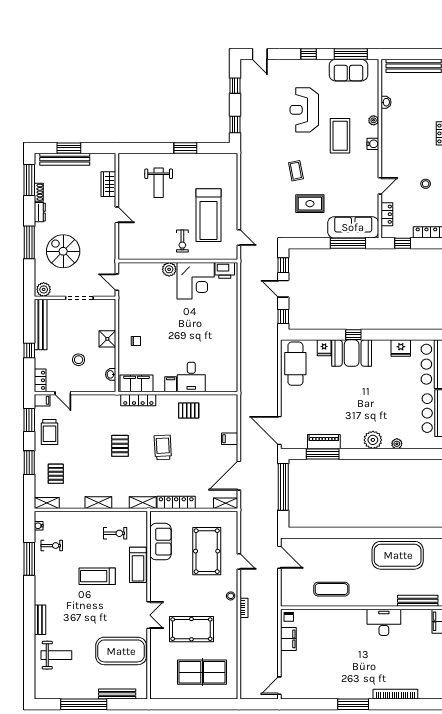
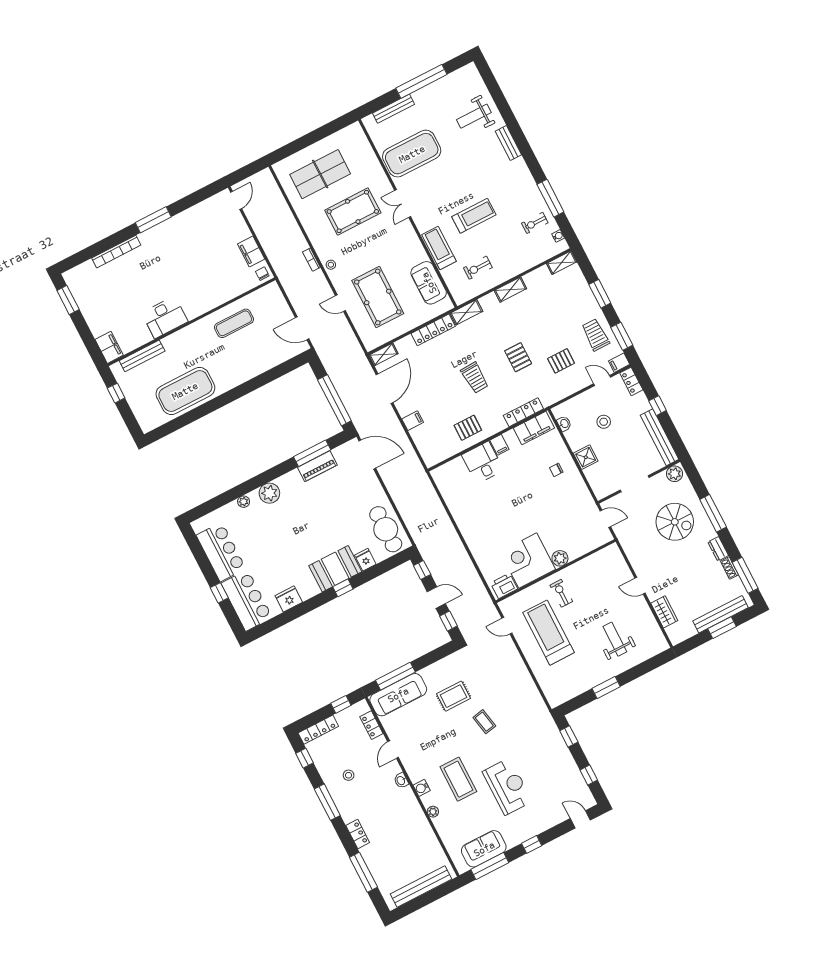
washbasin: (386, 102) -> (401, 780), moved
pallet: (56, 474) -> (561, 361), moved, turned 90

